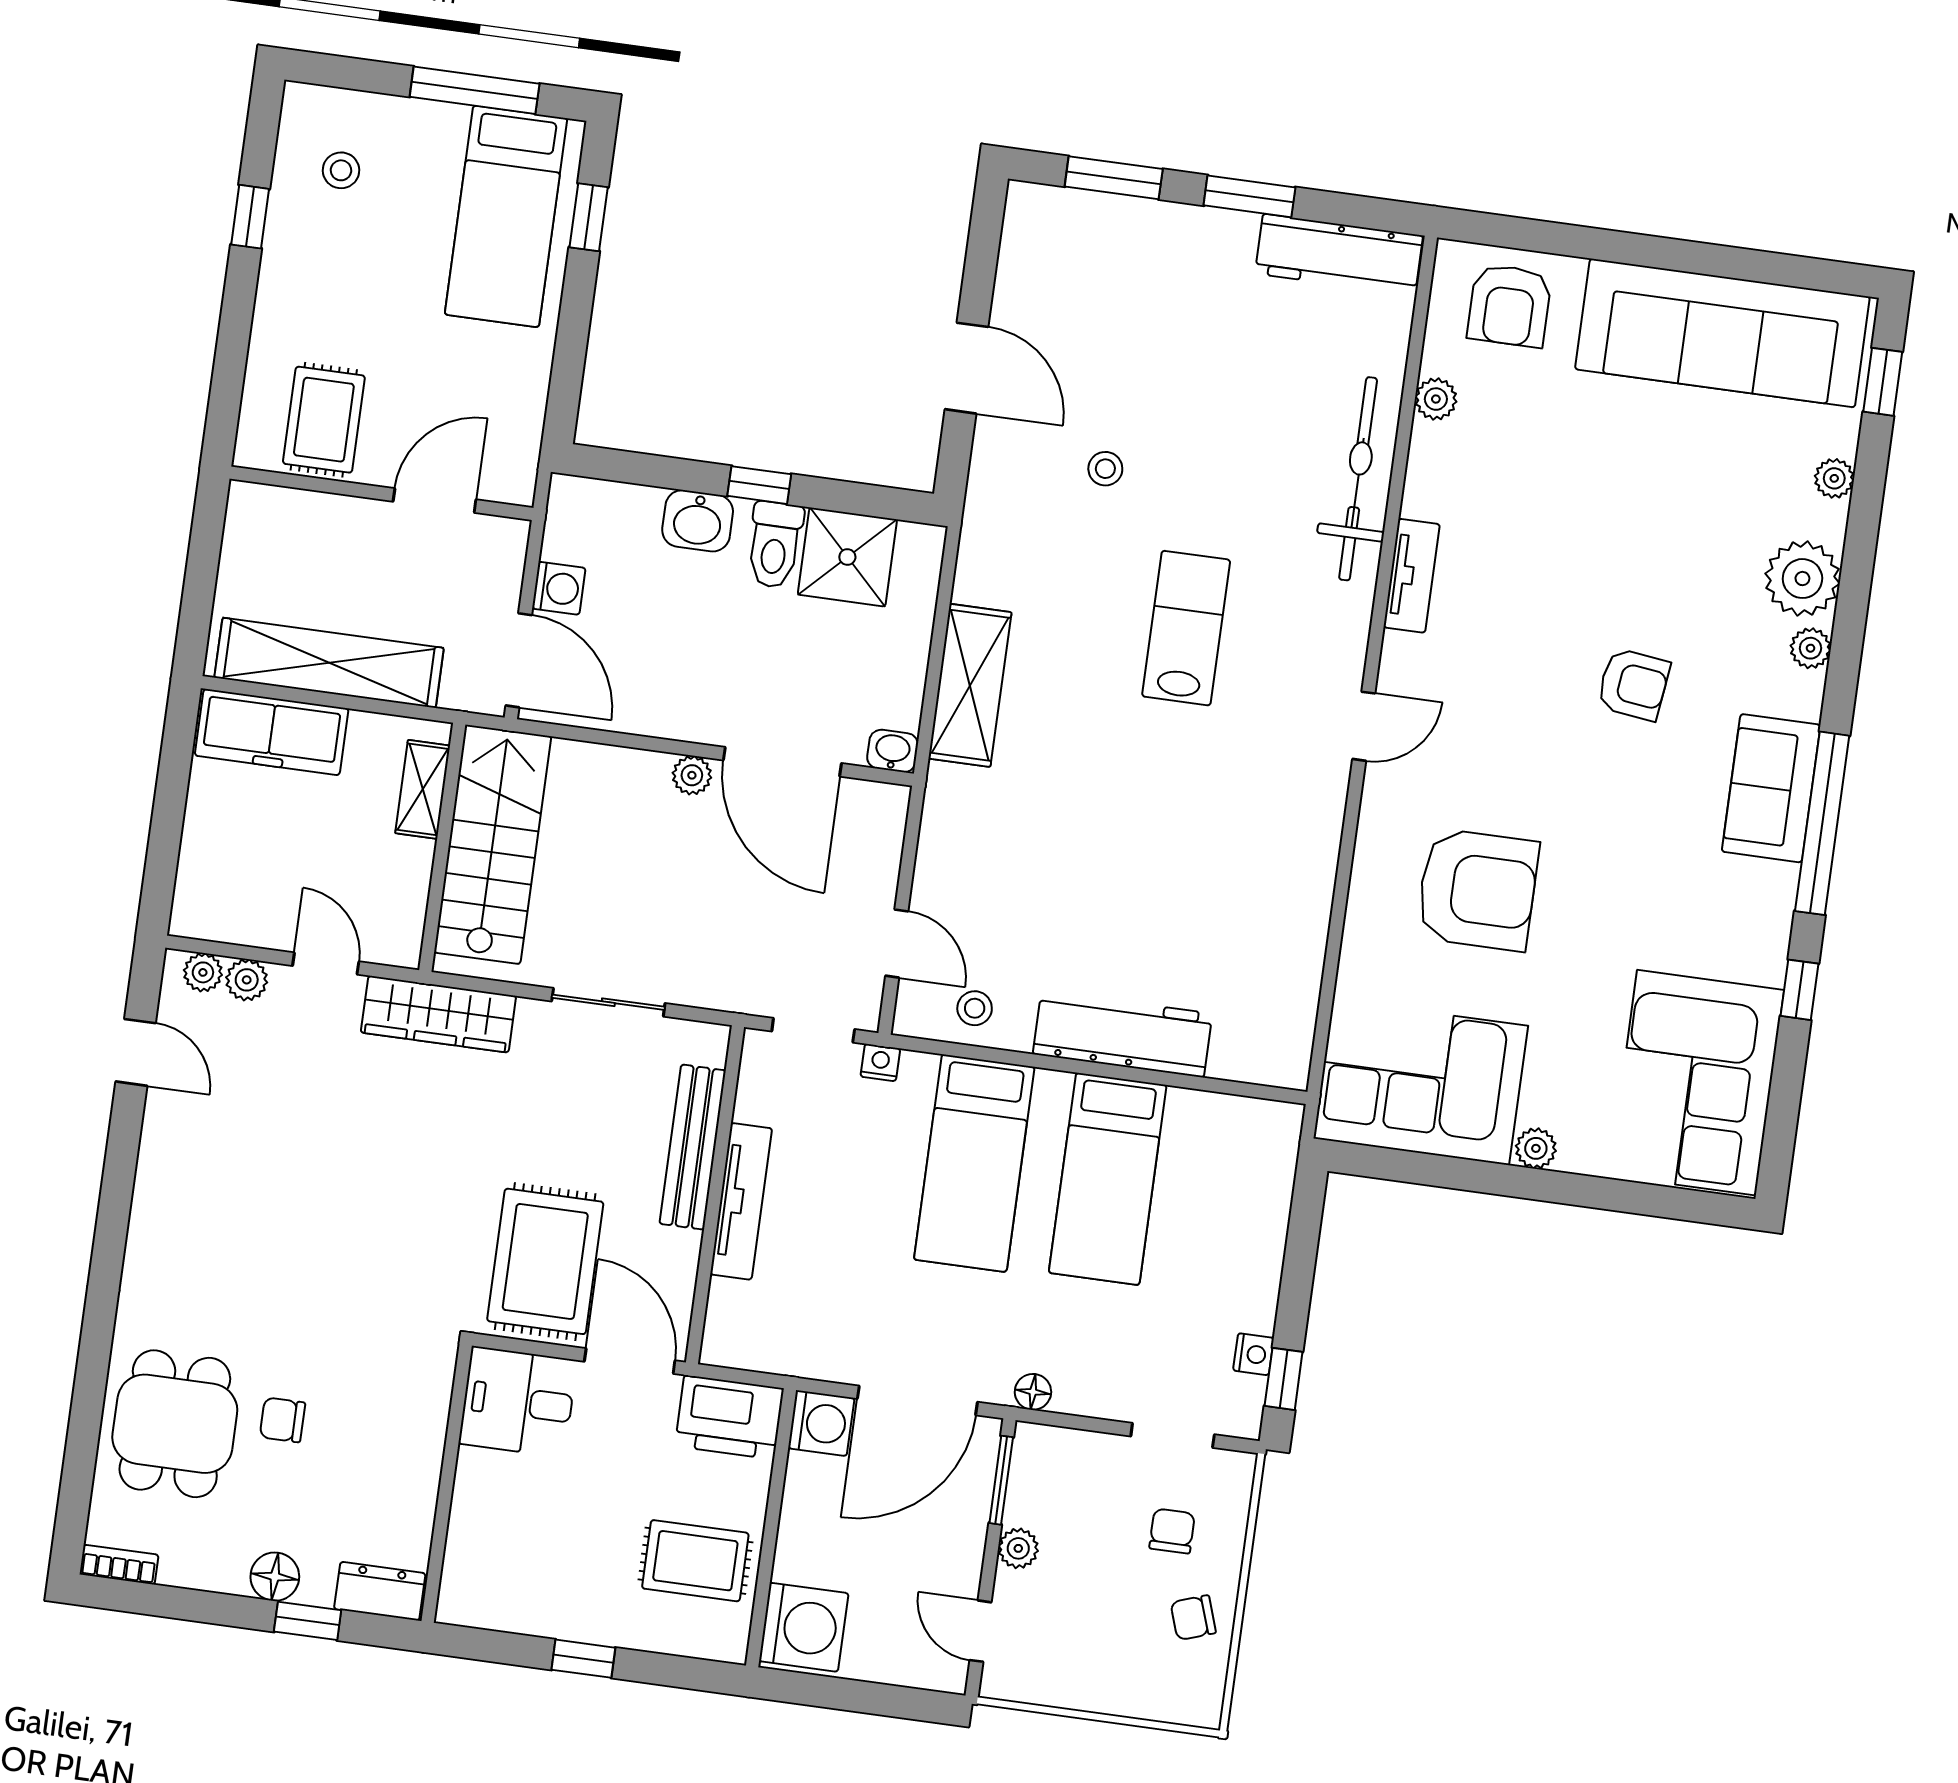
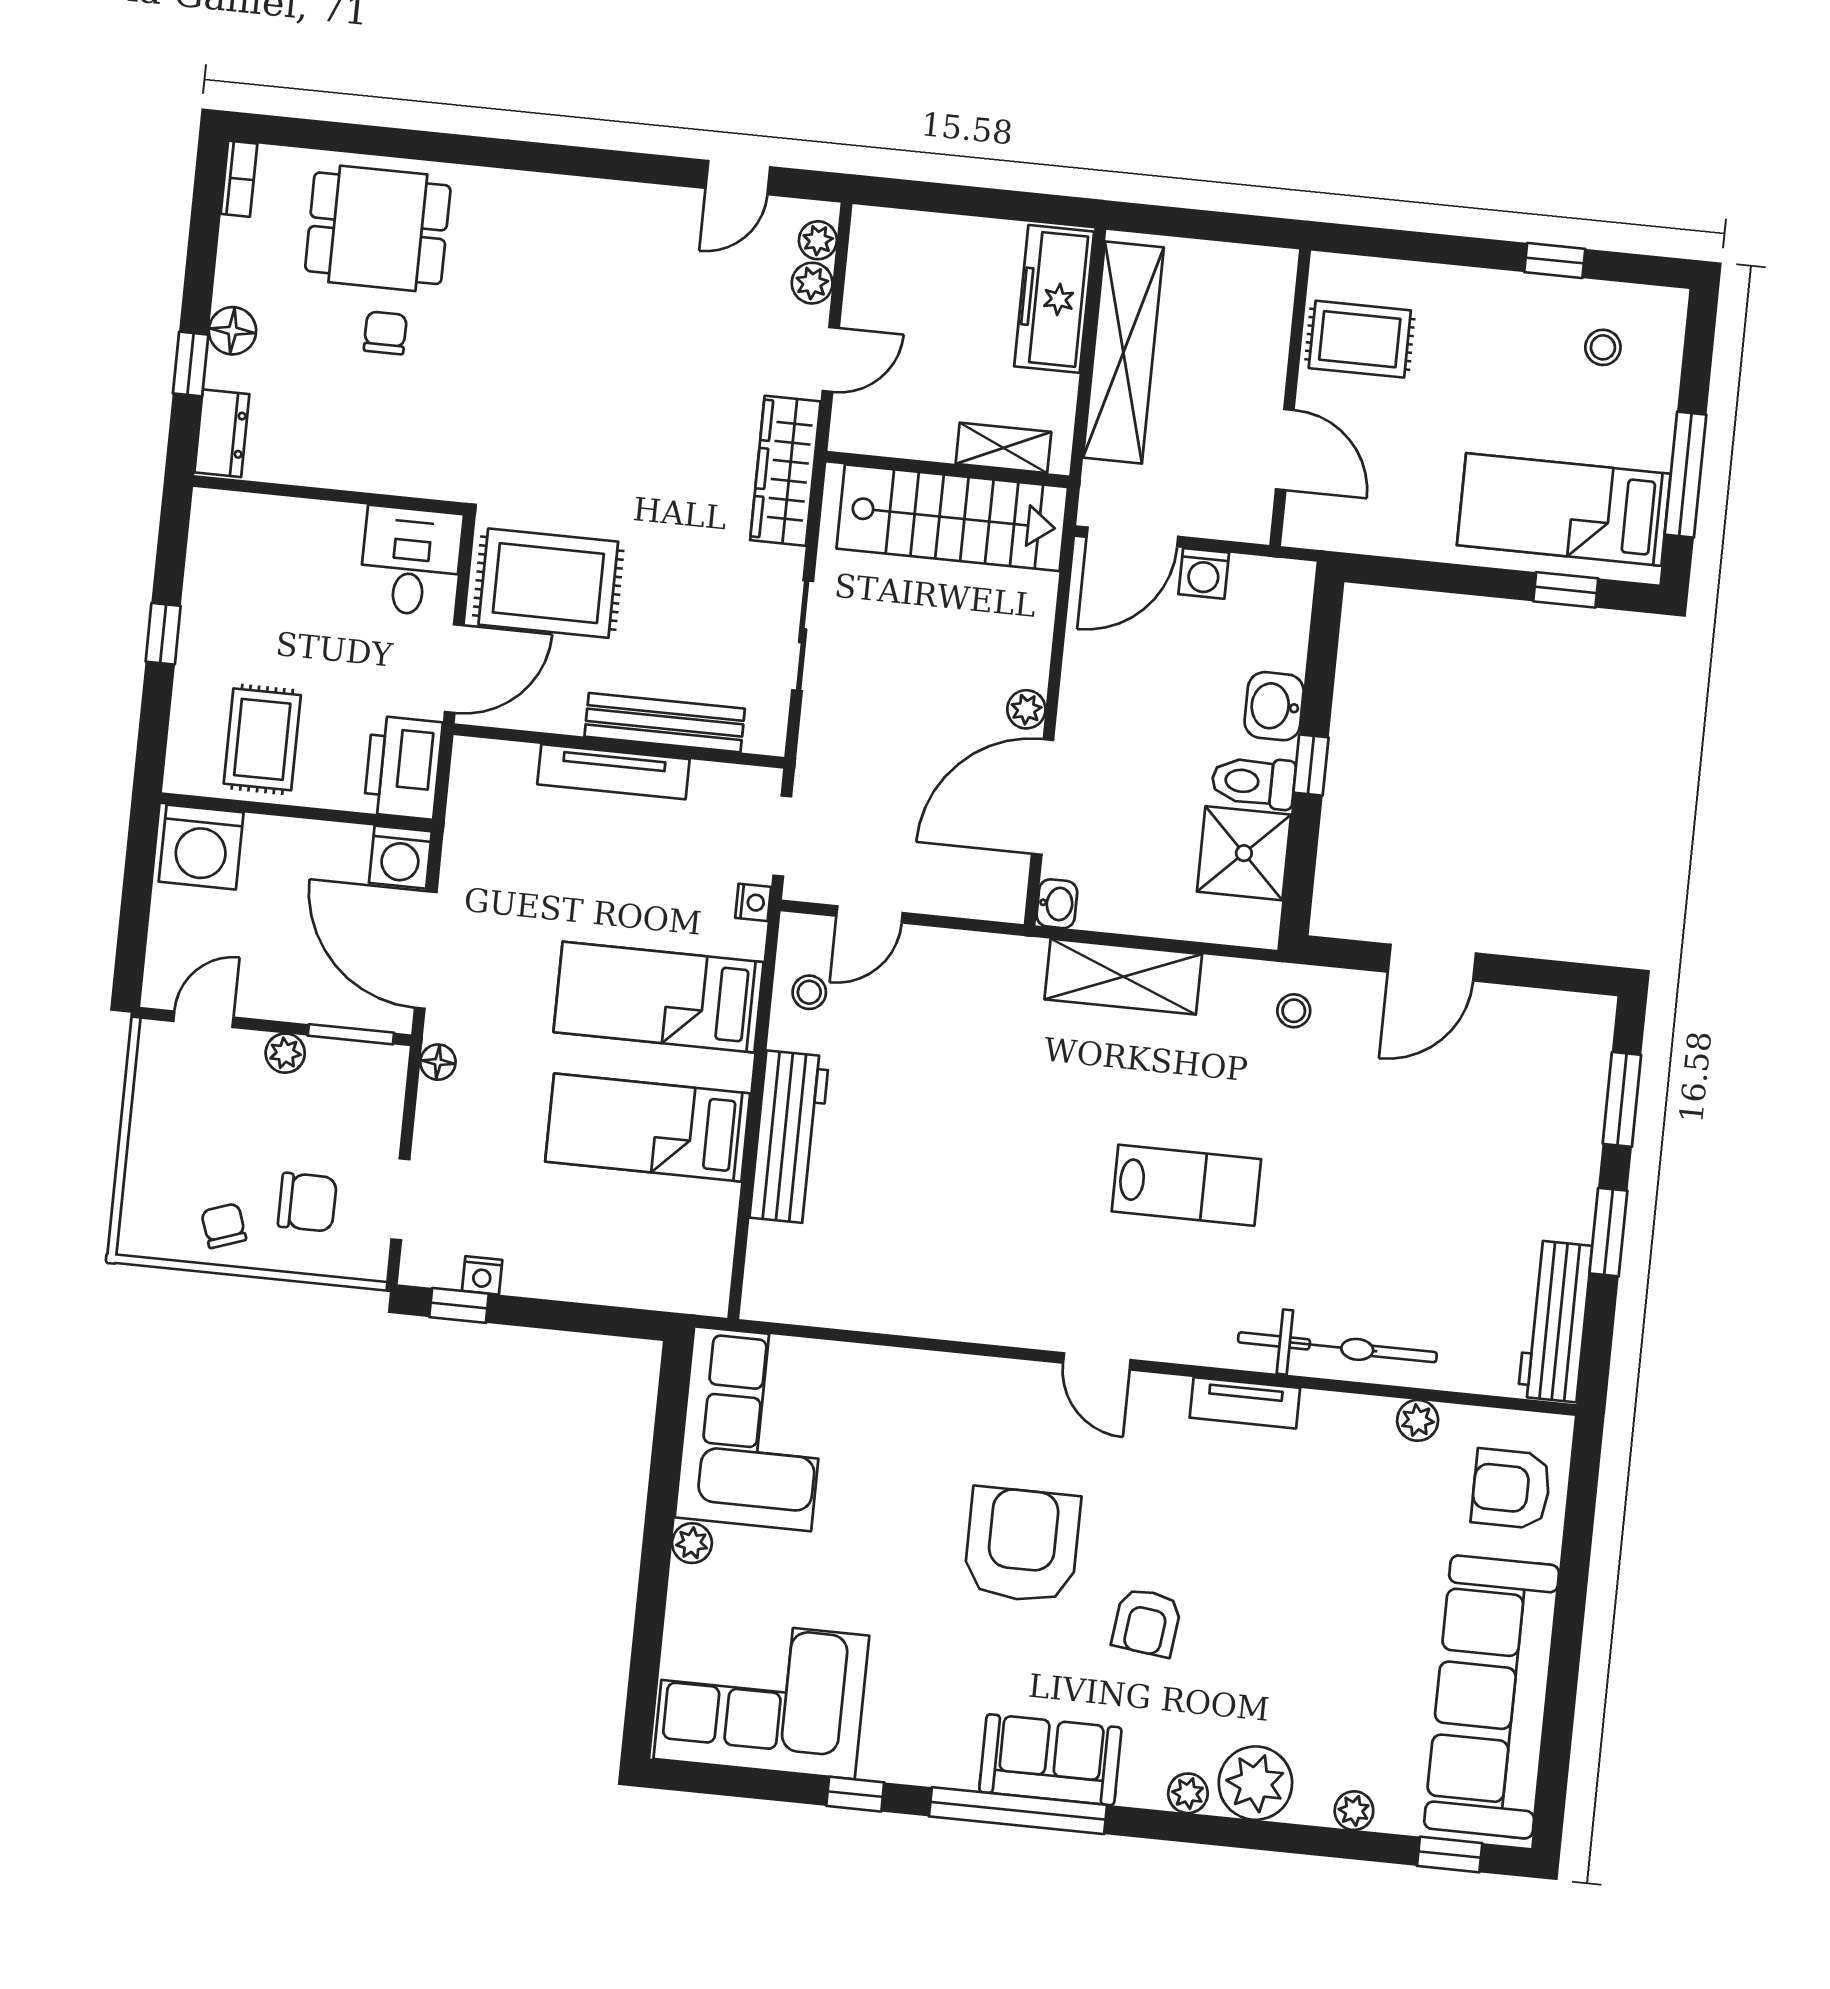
stool: (1105, 469) -> (1294, 1011), moved
armchair: (1477, 890) -> (1022, 1545), moved, turned 180
chair: (1172, 1531) -> (307, 1202), width x1.37, depth x1.37

